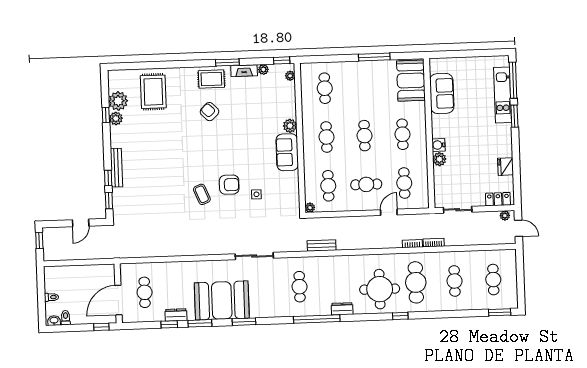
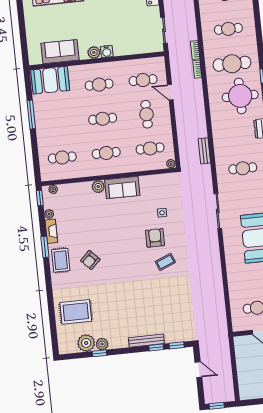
plant: (439, 159) -> (94, 52), moved

